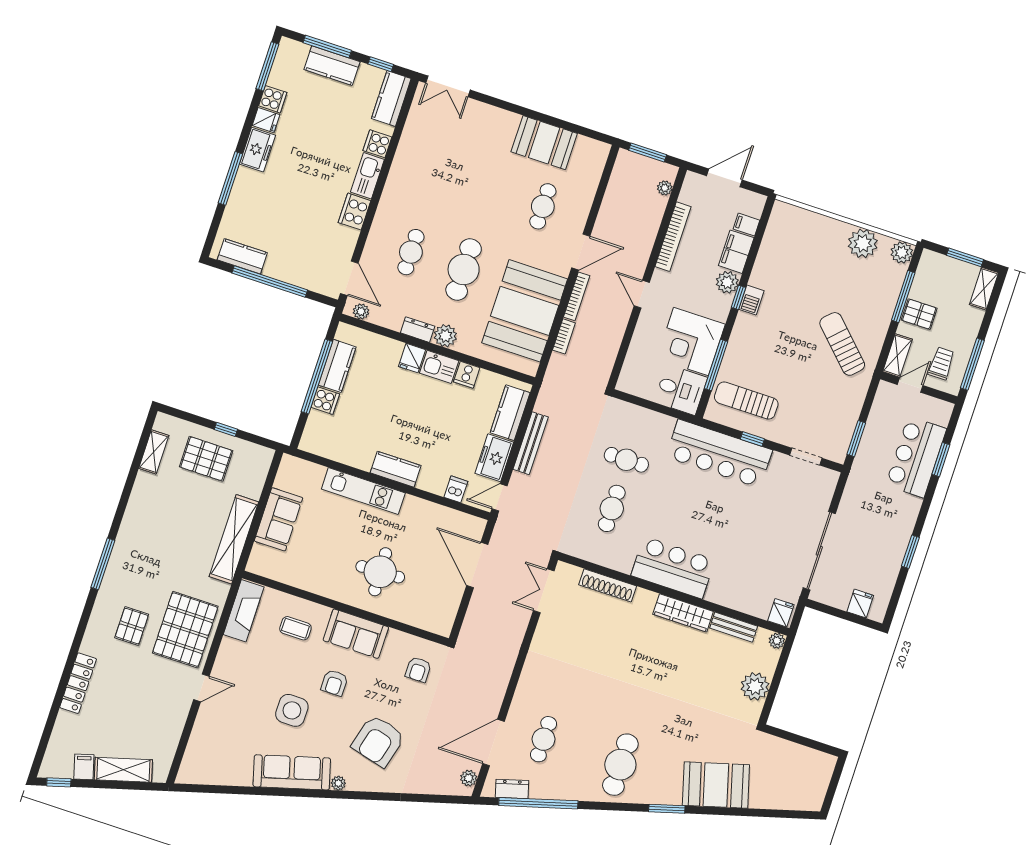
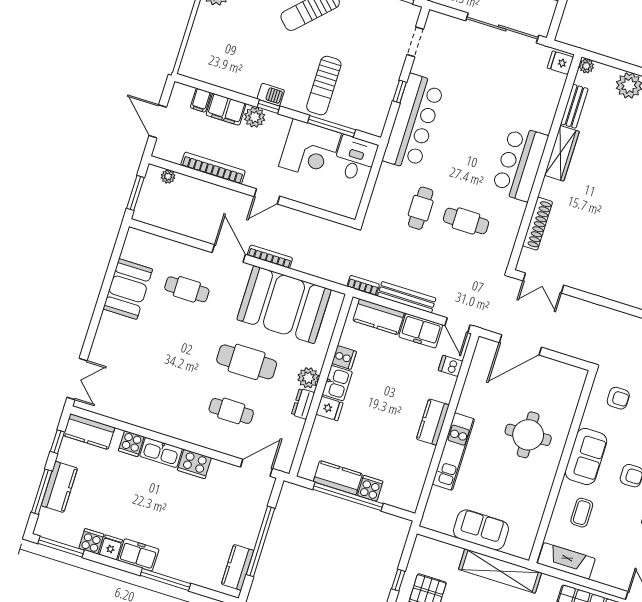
plant: (361, 311) -> (287, 456), removed
bookcase: (564, 336) -> (363, 285), moved
sun lounger: (746, 401) -> (324, 86), moved

